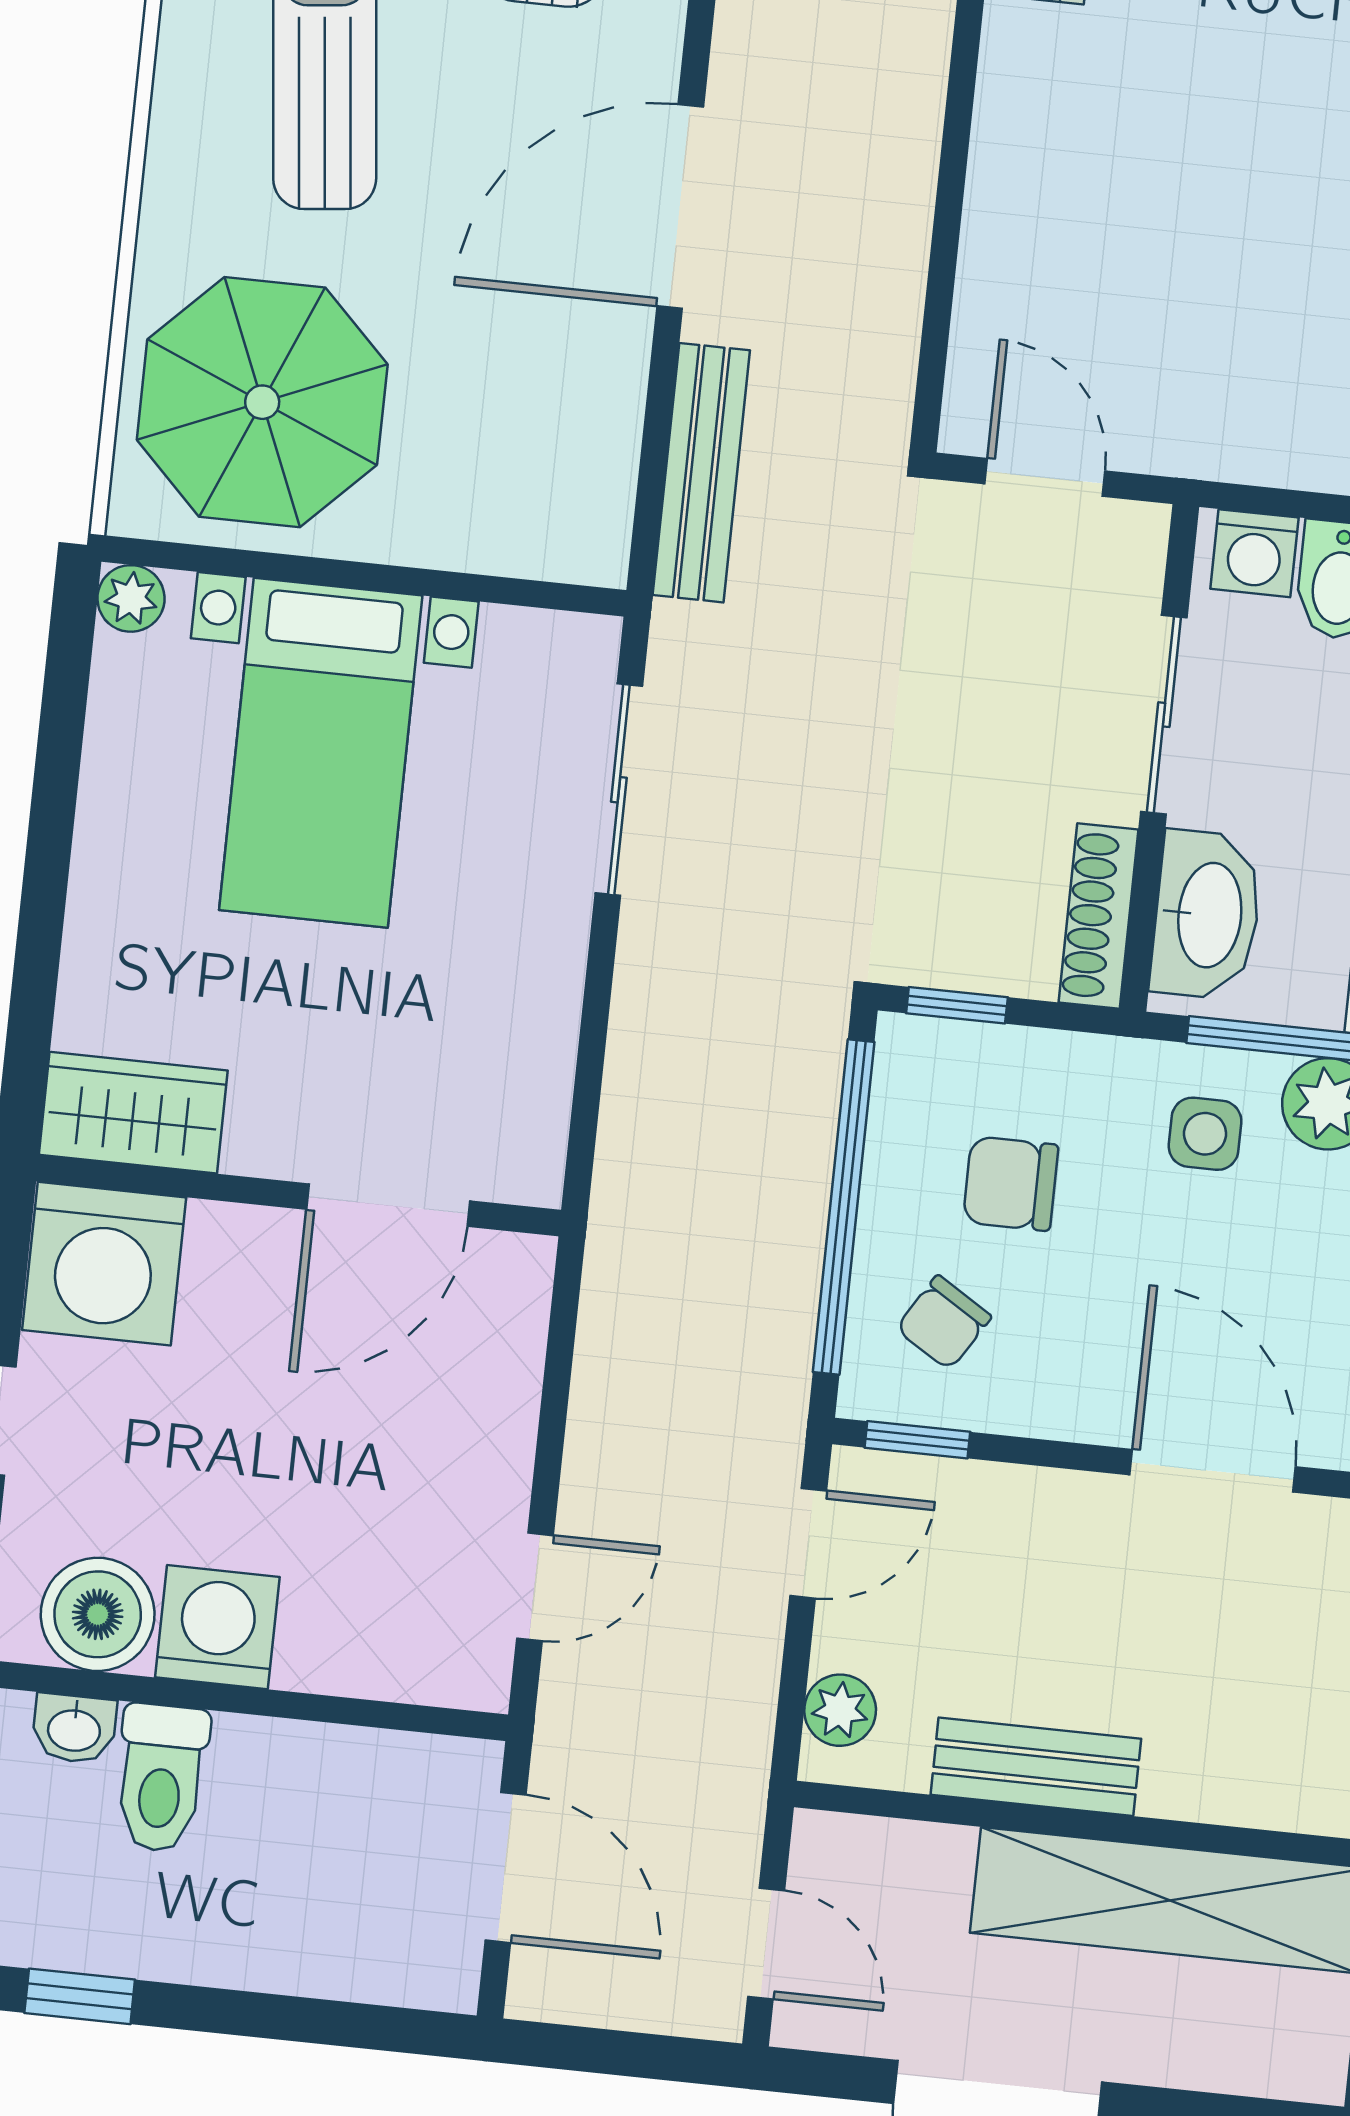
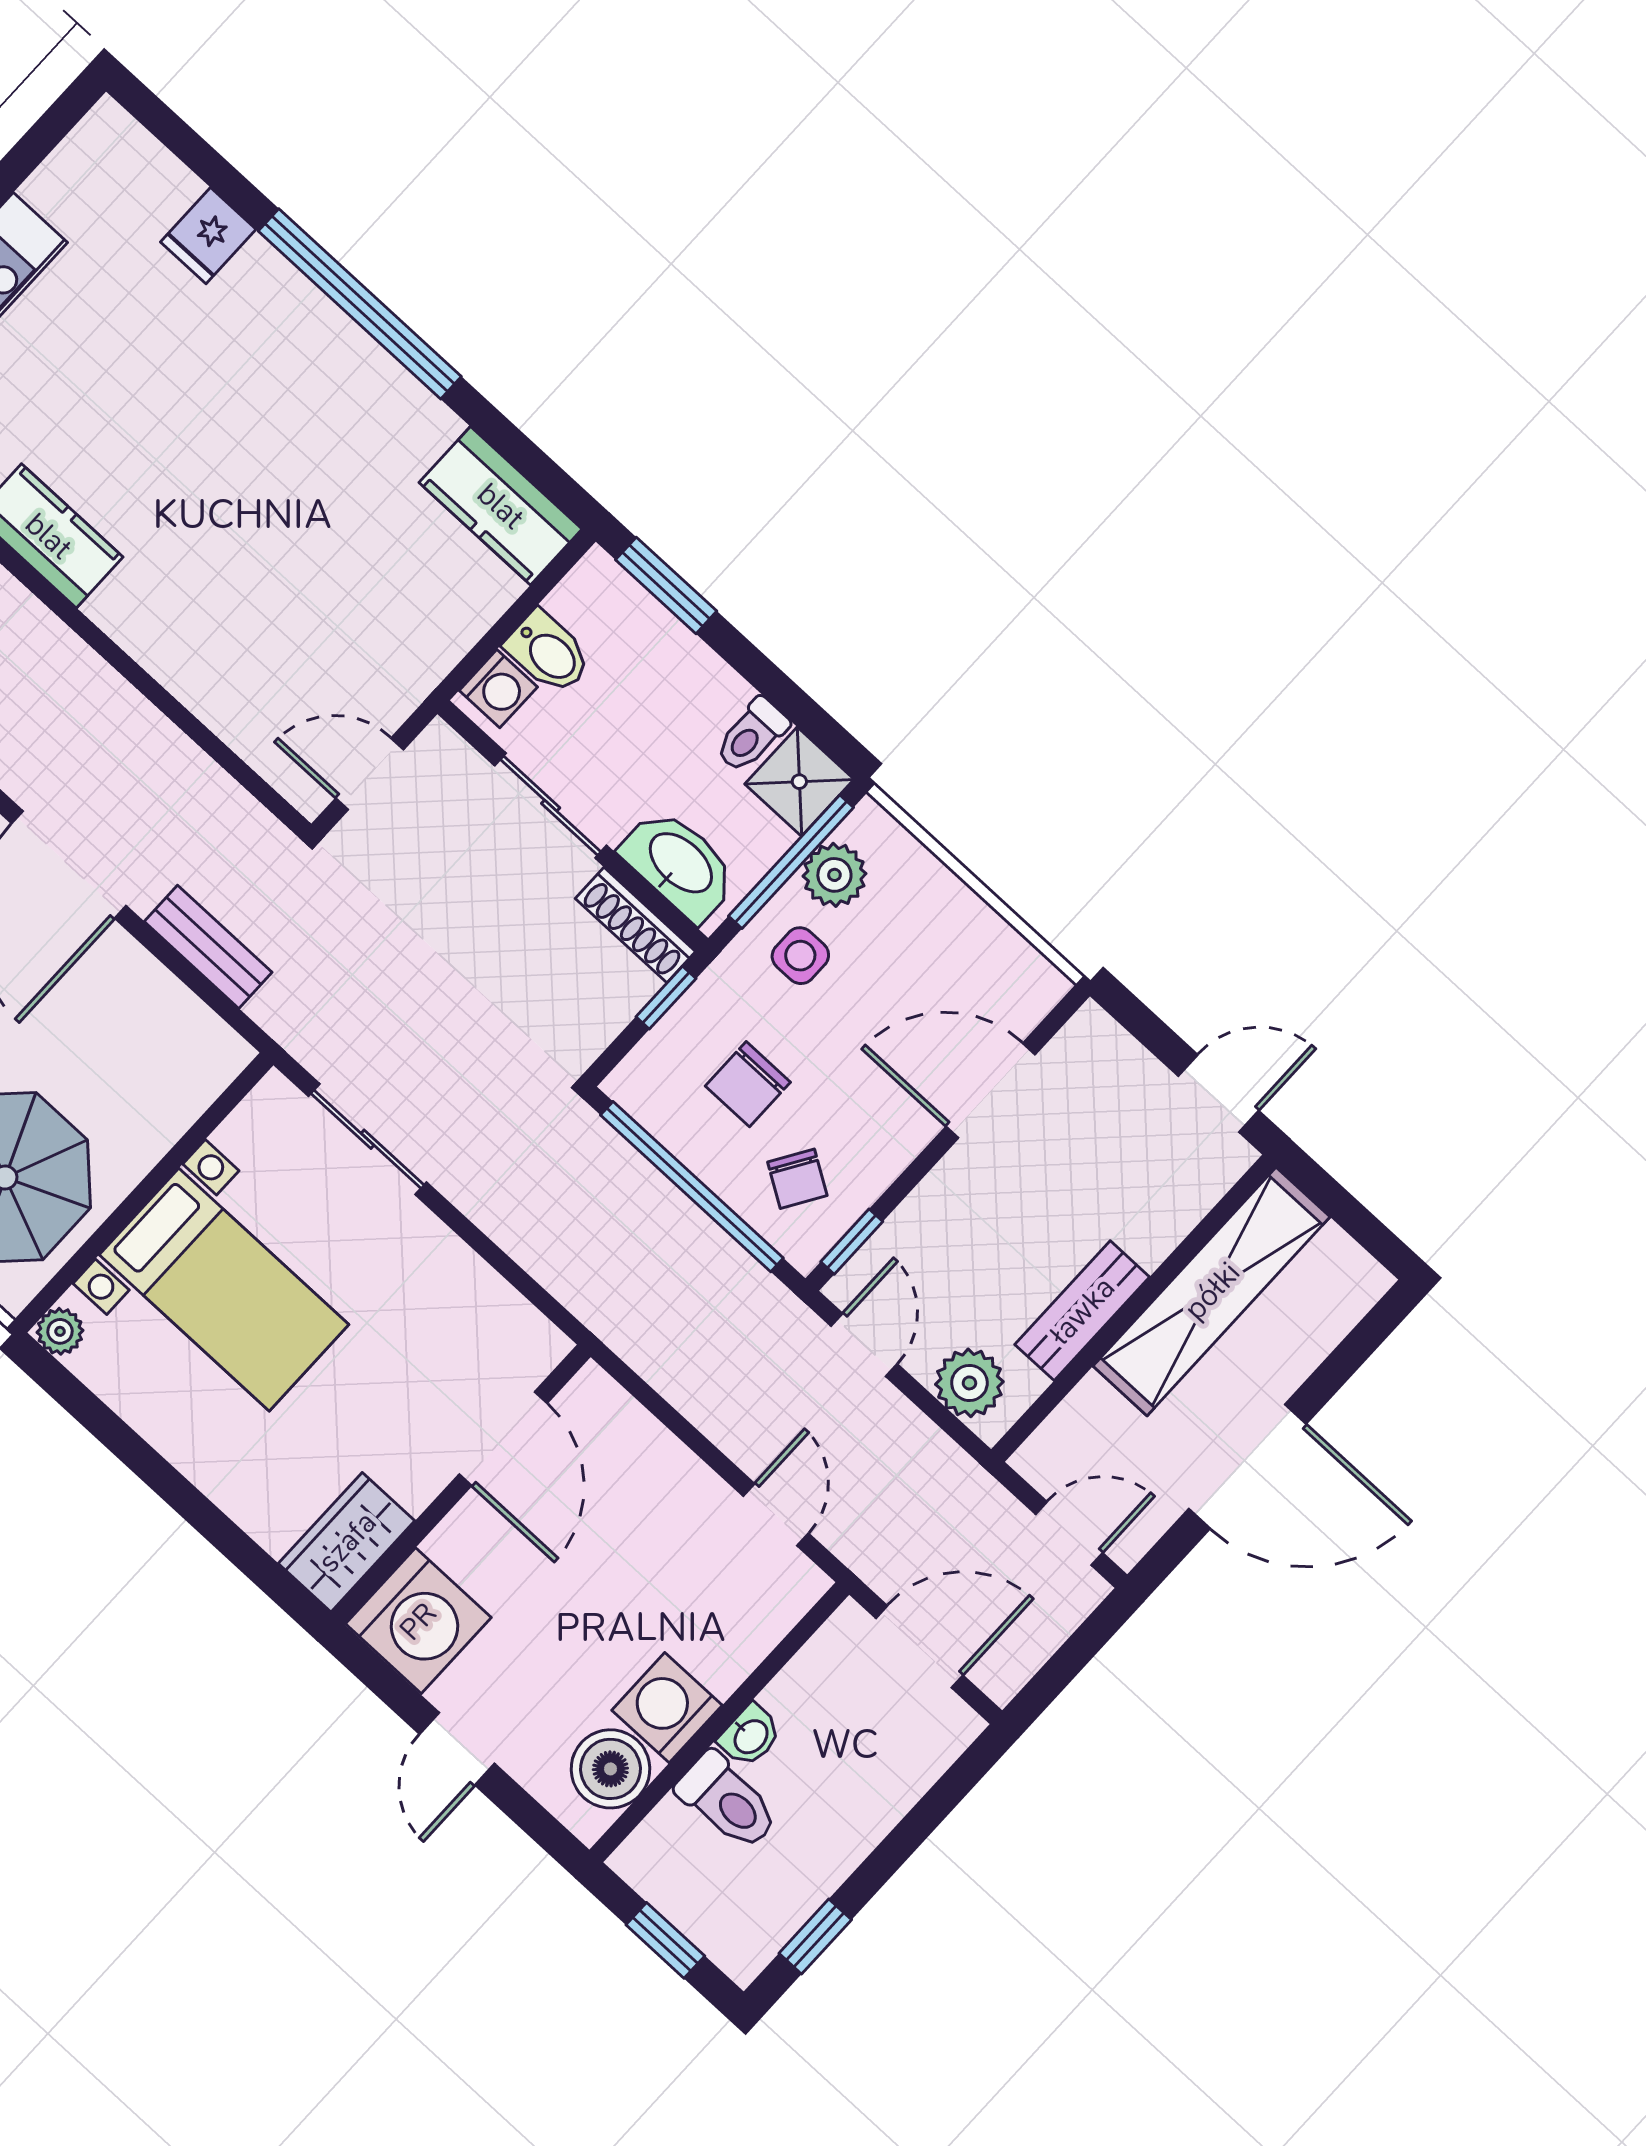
bench: (701, 473) -> (208, 947), width x0.73
window: (957, 1005) -> (666, 998), moved
plant: (840, 1710) -> (969, 1383), width x1.38, depth x1.38
washbasin: (74, 1729) -> (750, 1736), moved

